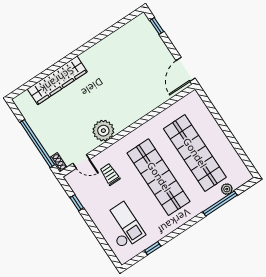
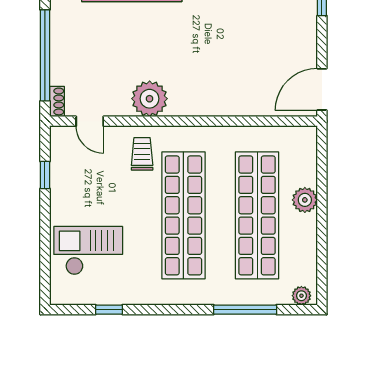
plant: (213, 130) -> (305, 200), added
trolley: (110, 174) -> (142, 154), moved
plant: (227, 189) -> (301, 296), moved
checkout: (123, 226) -> (88, 251), turned -90

